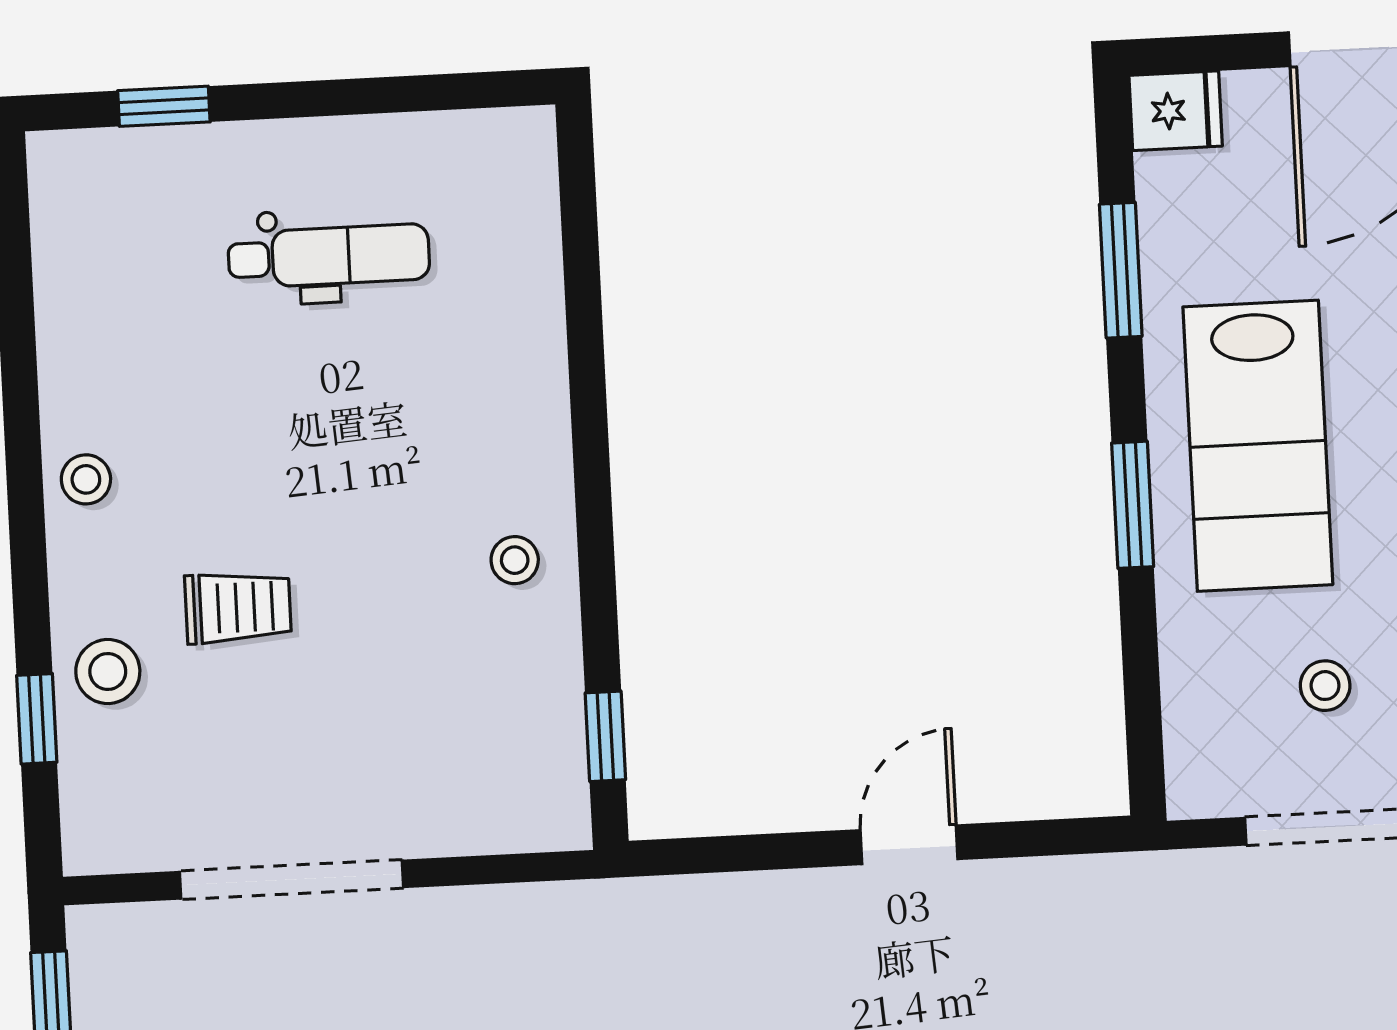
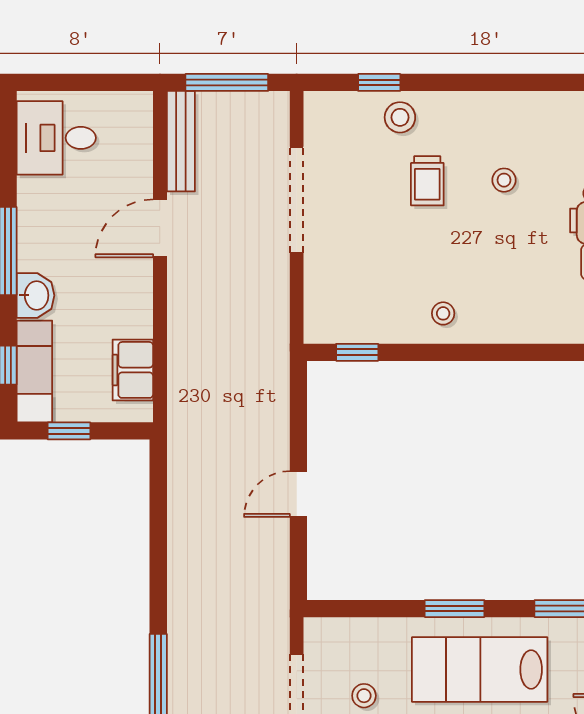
stool: (86, 479) -> (504, 180), moved
door: (909, 845) -> (298, 494), swing flipped

